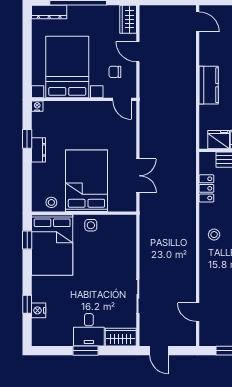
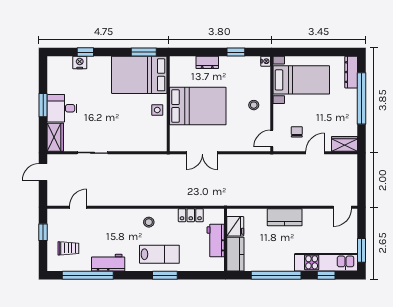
bed with nightstands: (67, 67) -> (301, 80), width x0.73
dresser: (39, 150) -> (207, 62), moved
stool: (51, 202) -> (254, 105), moved
window: (27, 240) -> (144, 52), width x1.50

